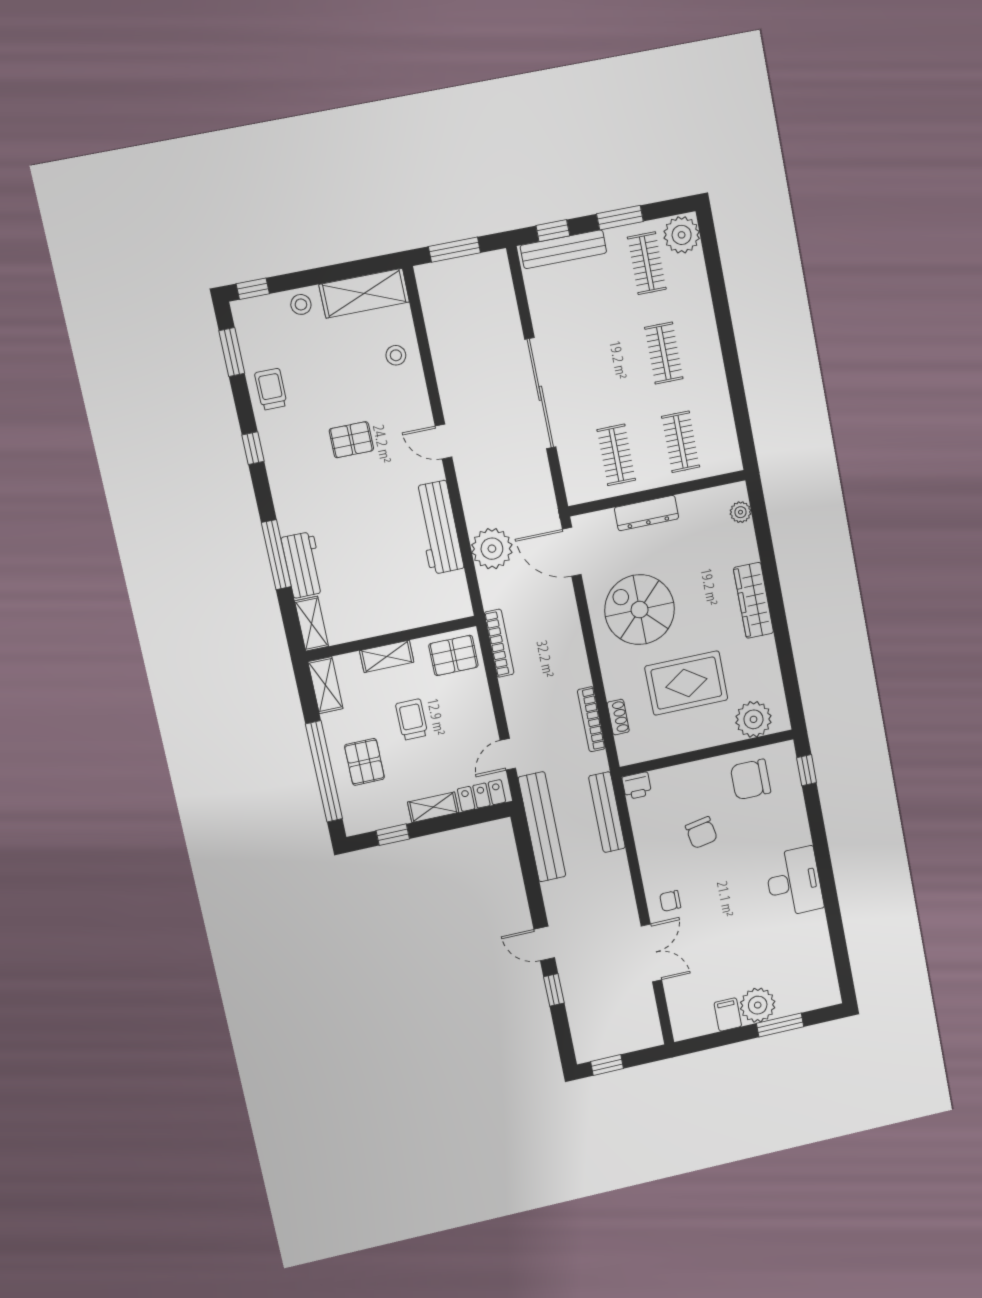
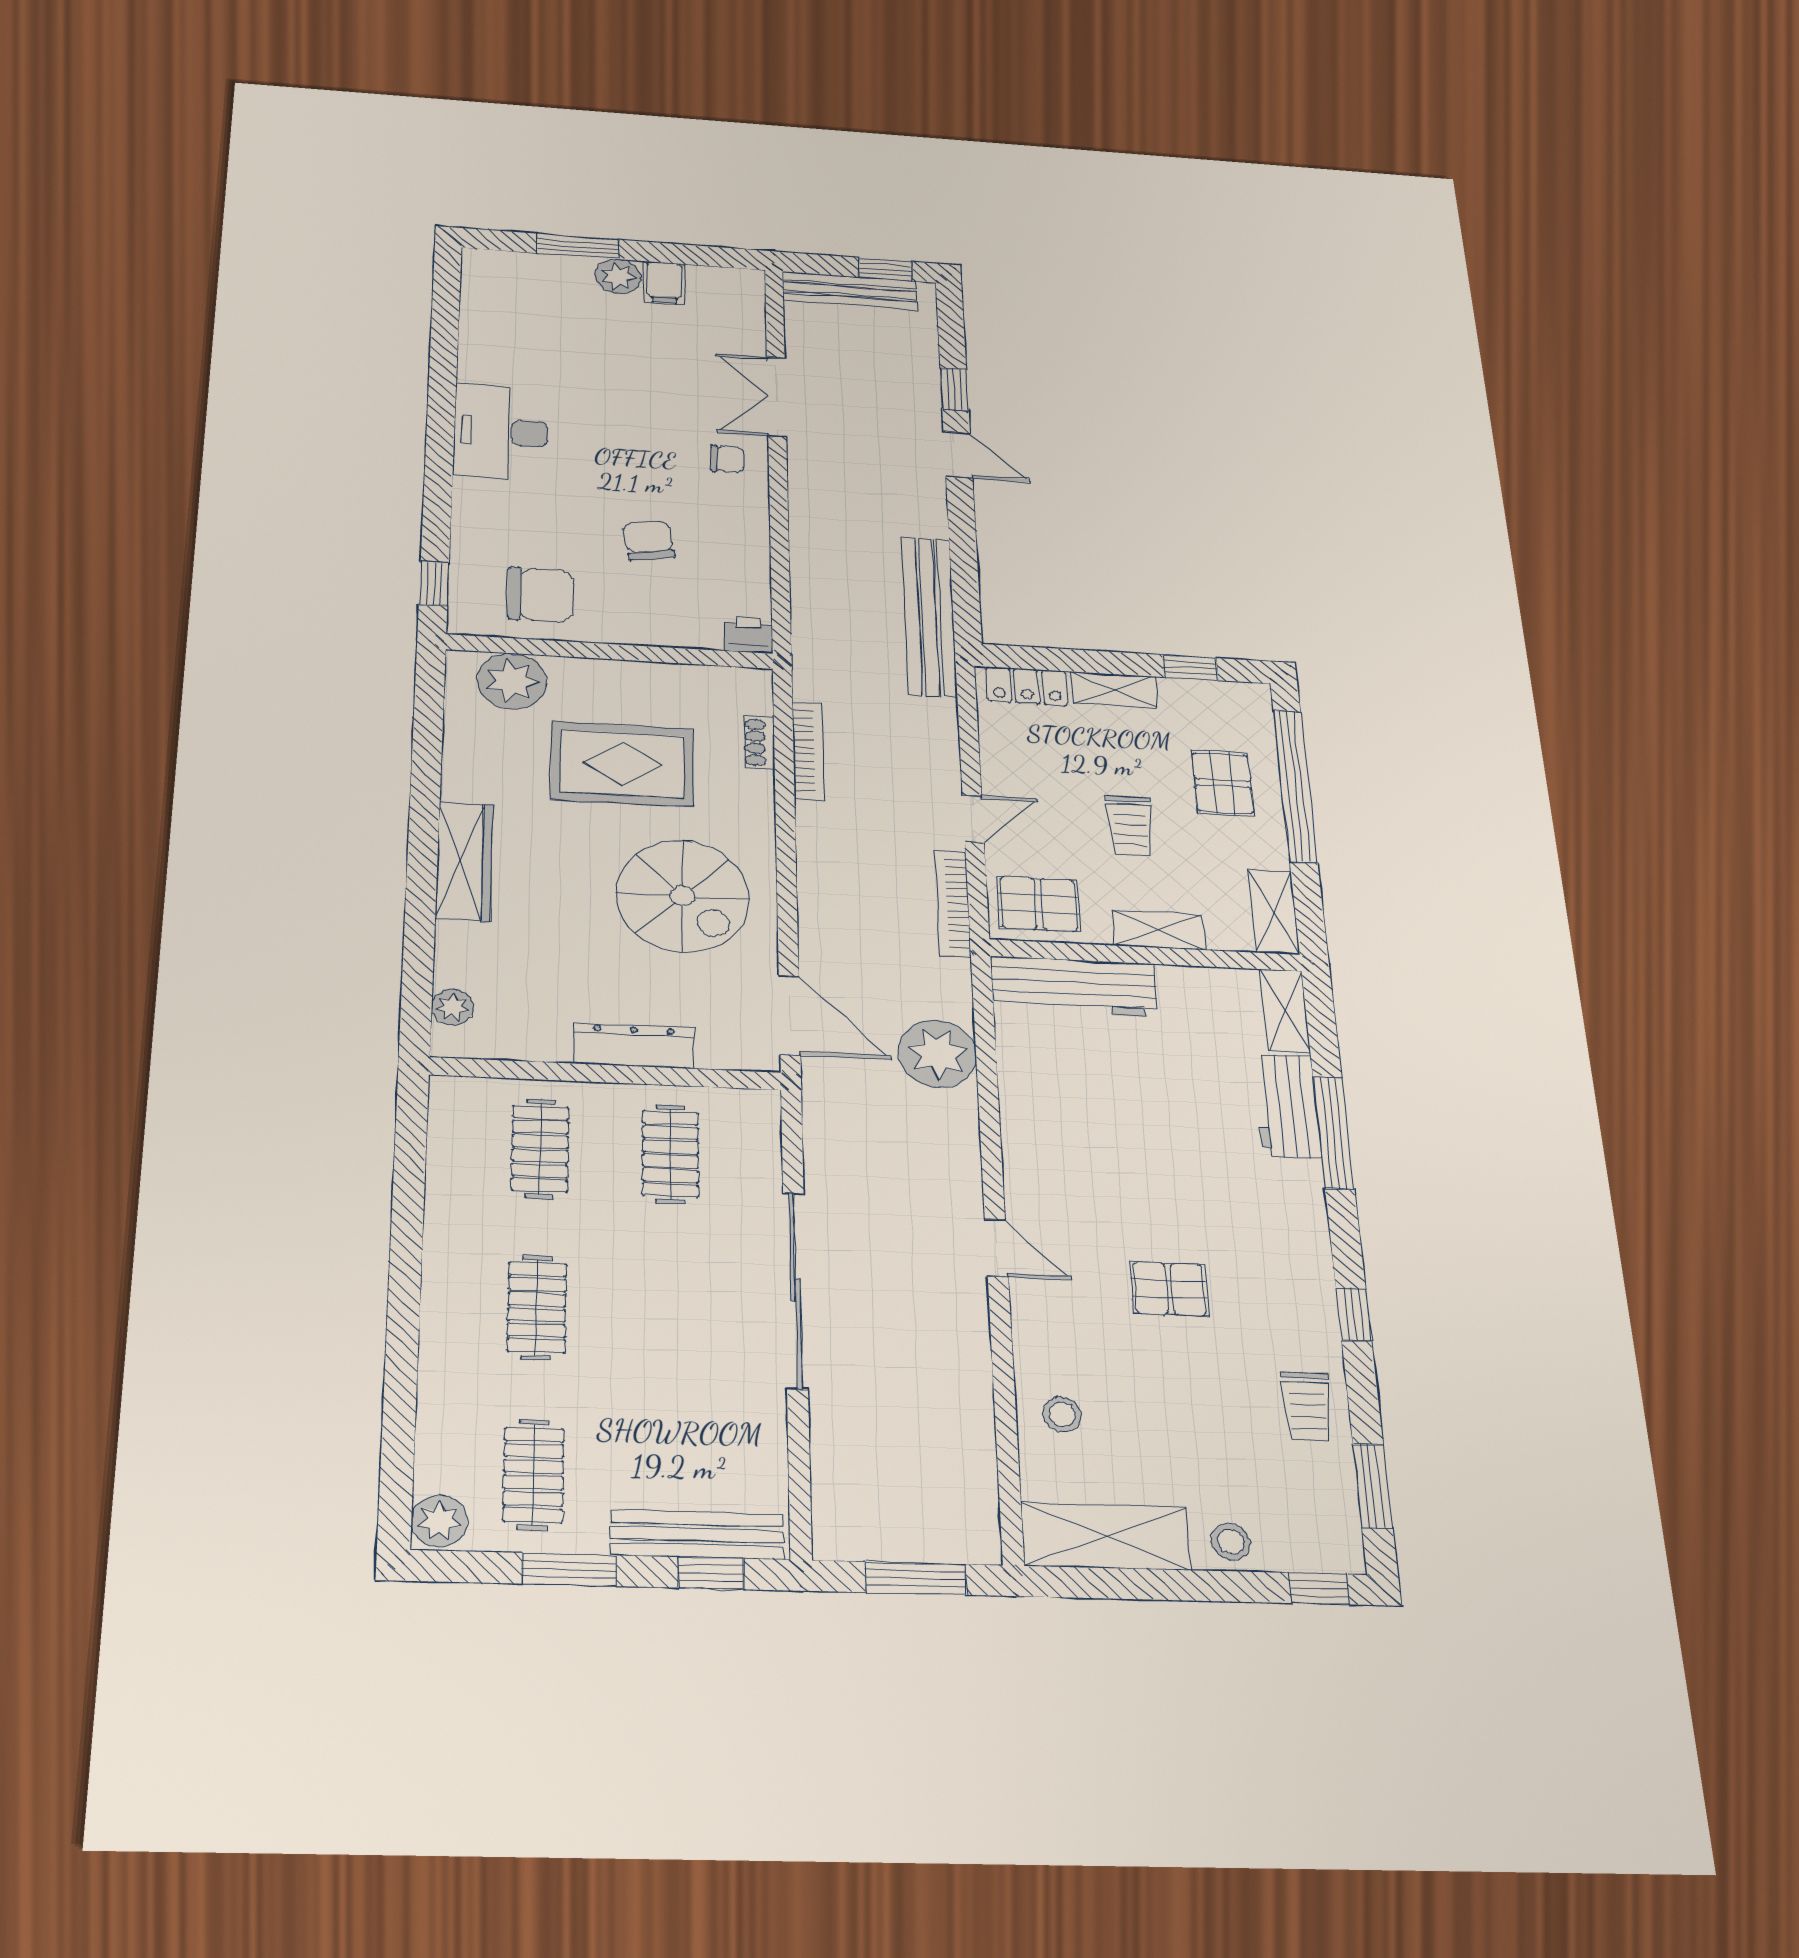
plant: (682, 235) -> (439, 1521), width x0.73, depth x0.73
workbench: (439, 527) -> (1074, 987), moved, turned 90
door: (508, 754) -> (973, 819), moved
bench: (607, 812) -> (850, 291), moved, turned 90
plant: (758, 1005) -> (618, 276), width x0.73, depth x0.73

